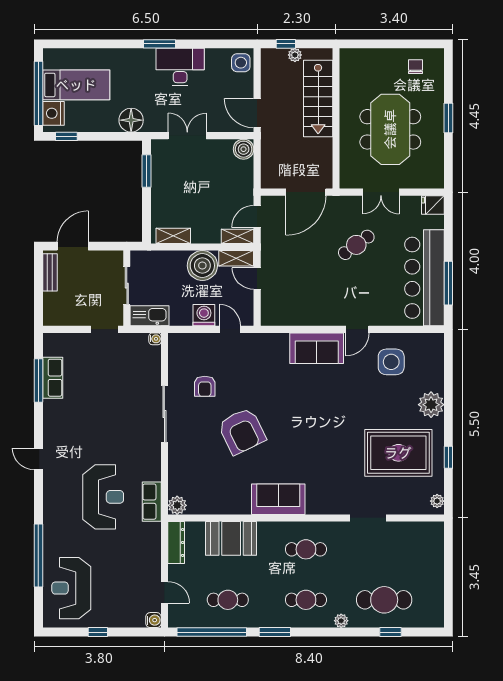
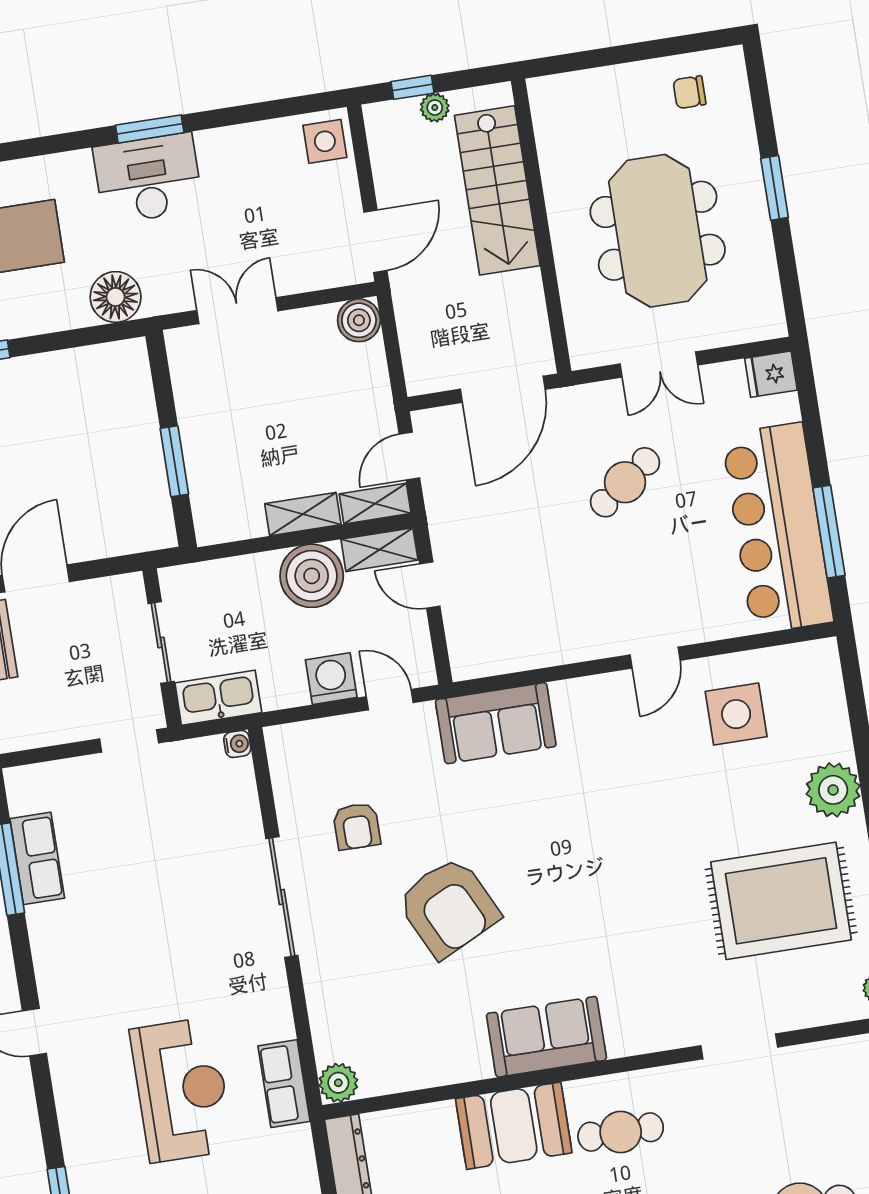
desk: (180, 67) -> (148, 178), moved
chair: (416, 67) -> (689, 92), turned -90
door: (257, 113) -> (375, 241), swing flipped
window: (146, 171) -> (174, 461), moved
shelving: (173, 236) -> (303, 514), moved
sofa: (317, 348) -> (496, 723), moved
booth: (231, 538) -> (514, 1126), moved

